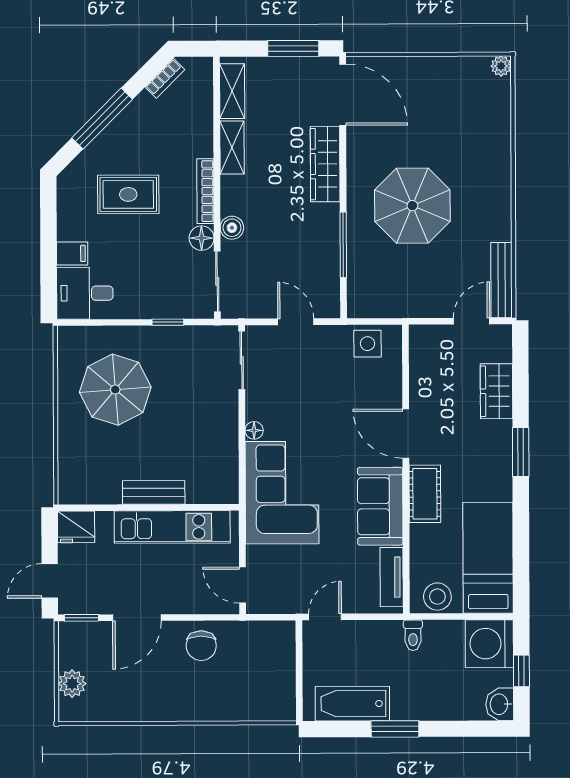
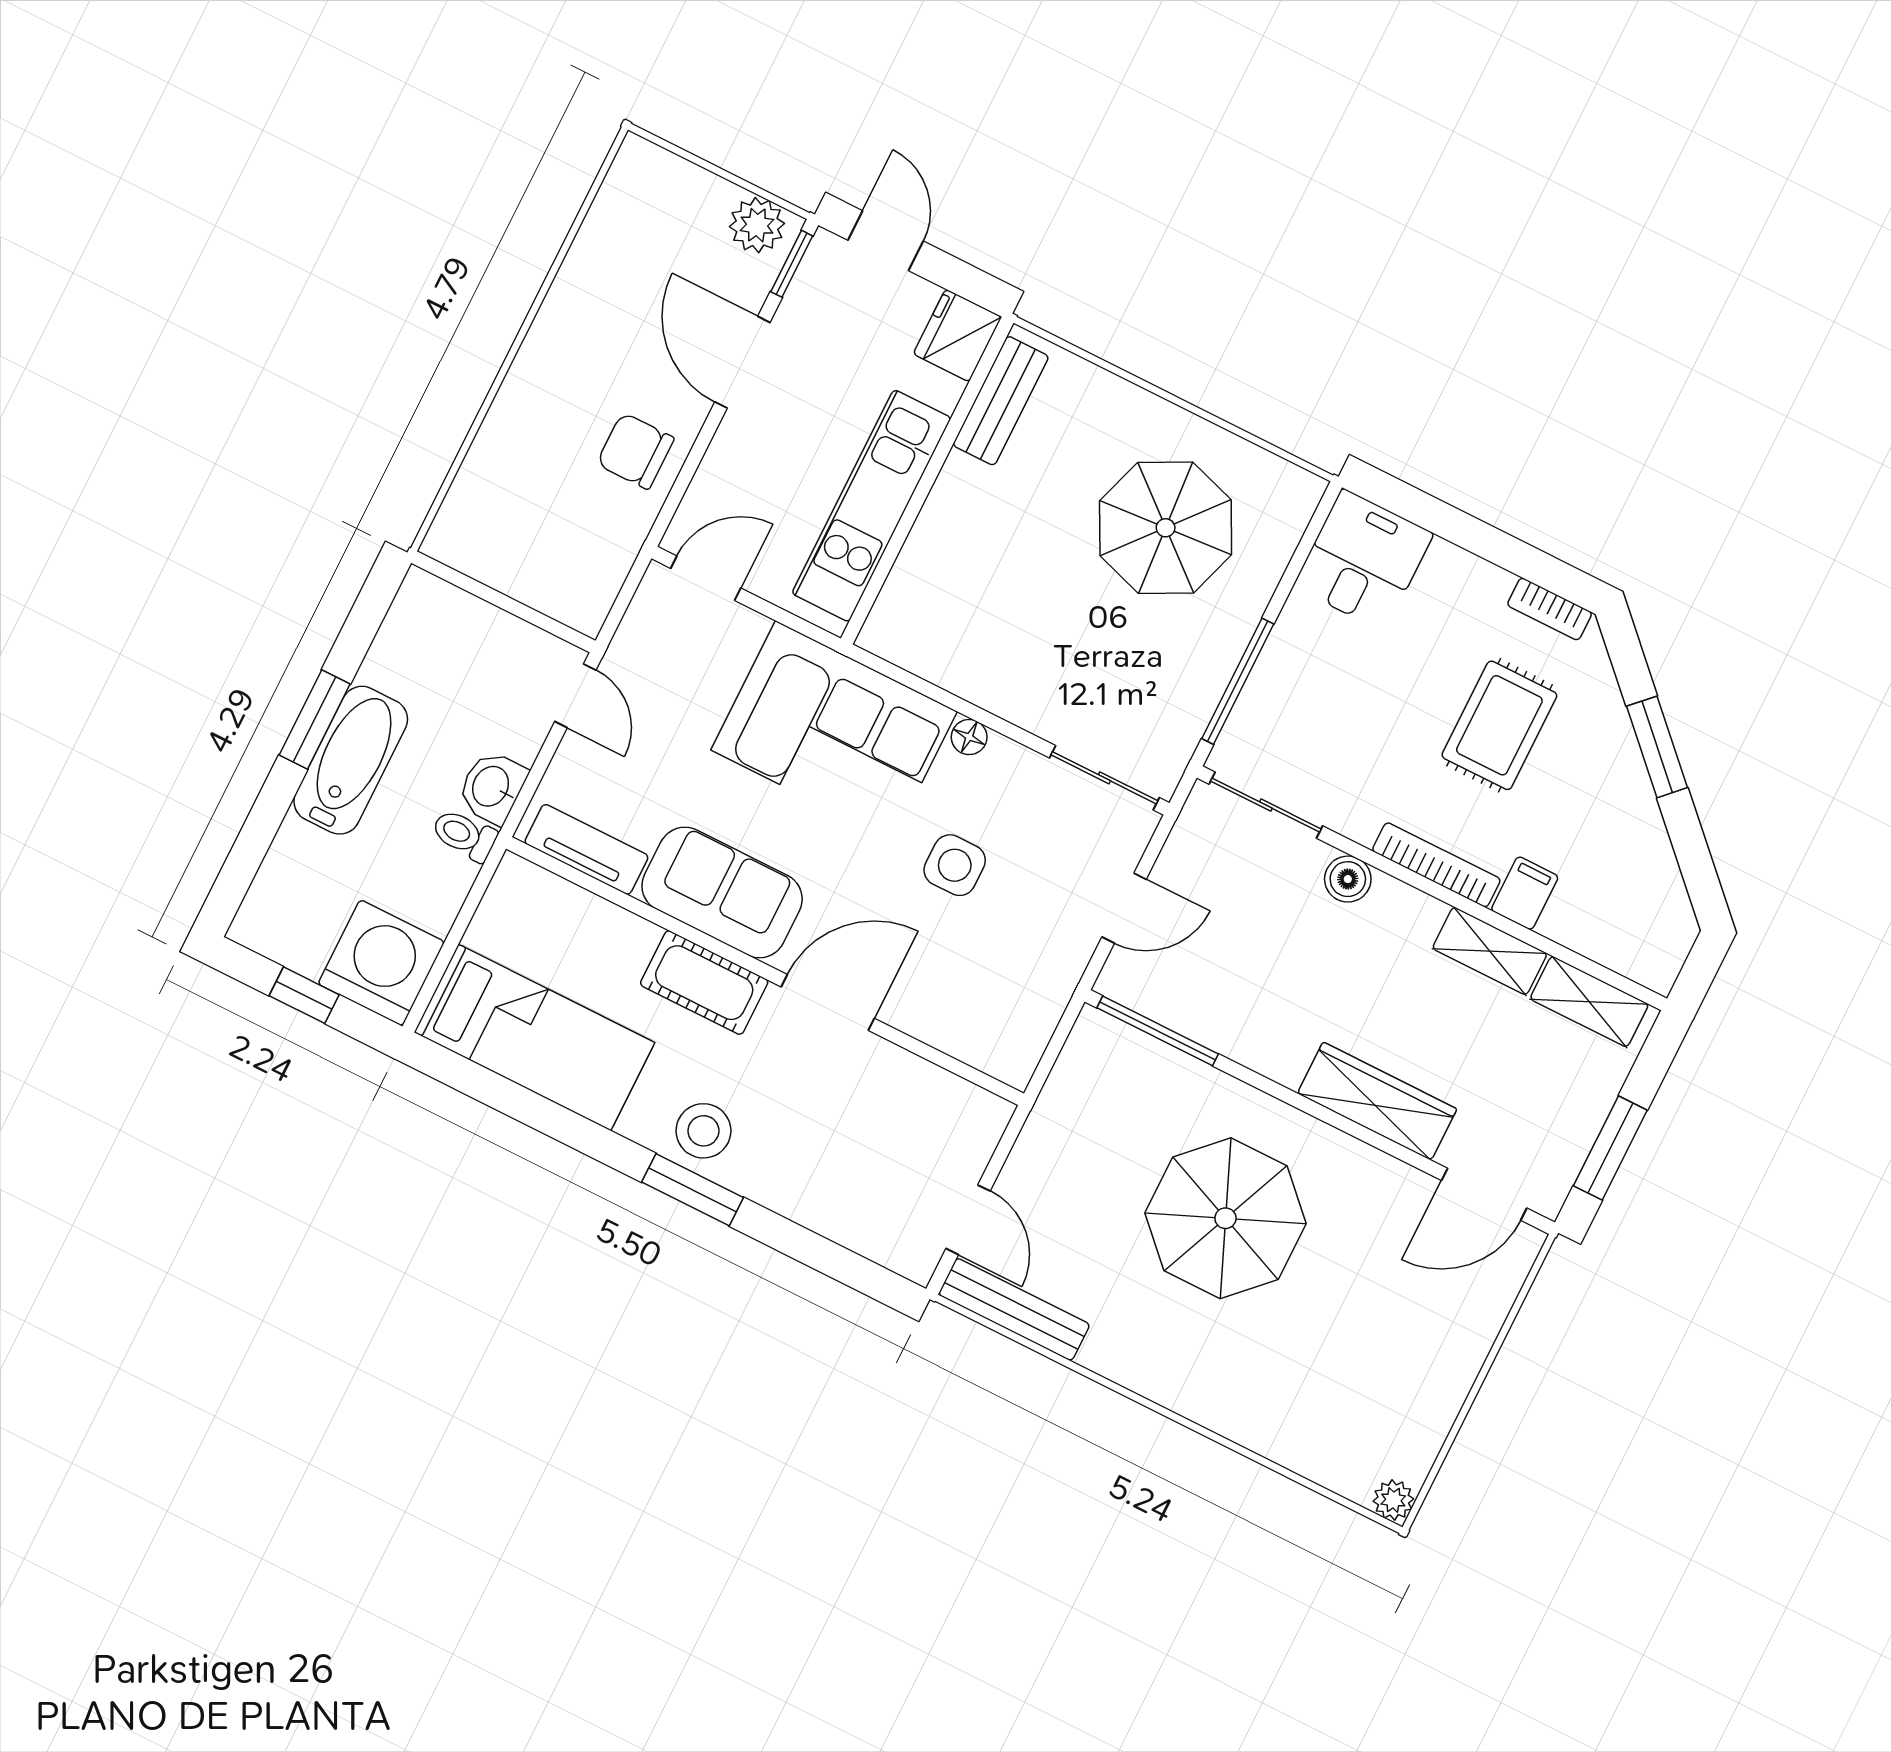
bookcase: (165, 78) -> (1550, 609), moved, turned -45
door: (343, 95) -> (1484, 1194), width x0.73
window: (102, 119) -> (1657, 747), width x0.69
floor lamp: (202, 238) -> (1357, 816), removed
window: (343, 245) -> (1158, 1031), moved
filing cabinet: (72, 253) -> (1525, 893), moved, turned 180
window: (168, 322) -> (1238, 681), width x2.17
side table: (368, 344) -> (955, 865), moved
wardrobe: (496, 391) -> (822, 1201), removed
bench: (154, 492) -> (1001, 401), moved
stool: (437, 597) -> (703, 1131), moved
plant: (72, 684) -> (757, 225), moved
bathtub: (352, 704) -> (351, 760), moved
washbasin: (500, 704) -> (492, 787), moved, turned -90

